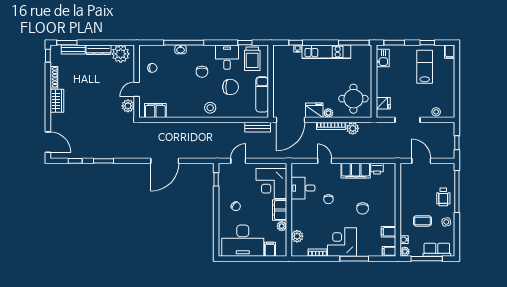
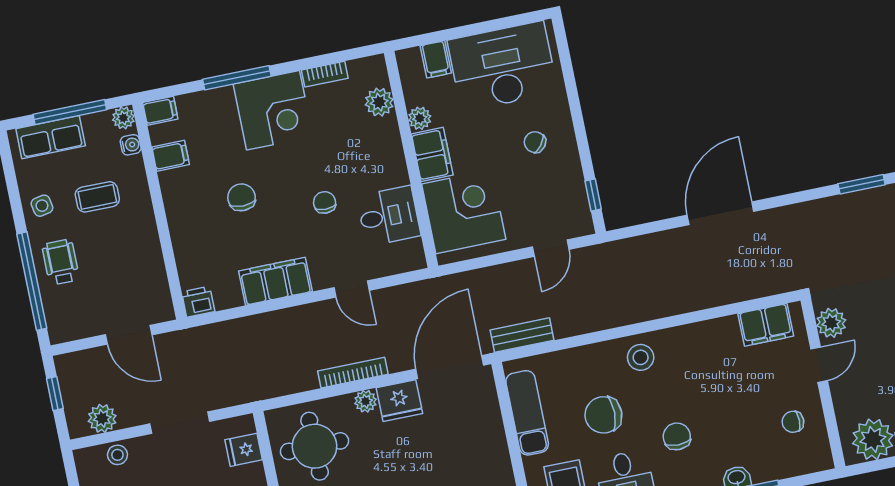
plant: (353, 128) -> (102, 418), moved
printer: (377, 169) -> (198, 302), moved

